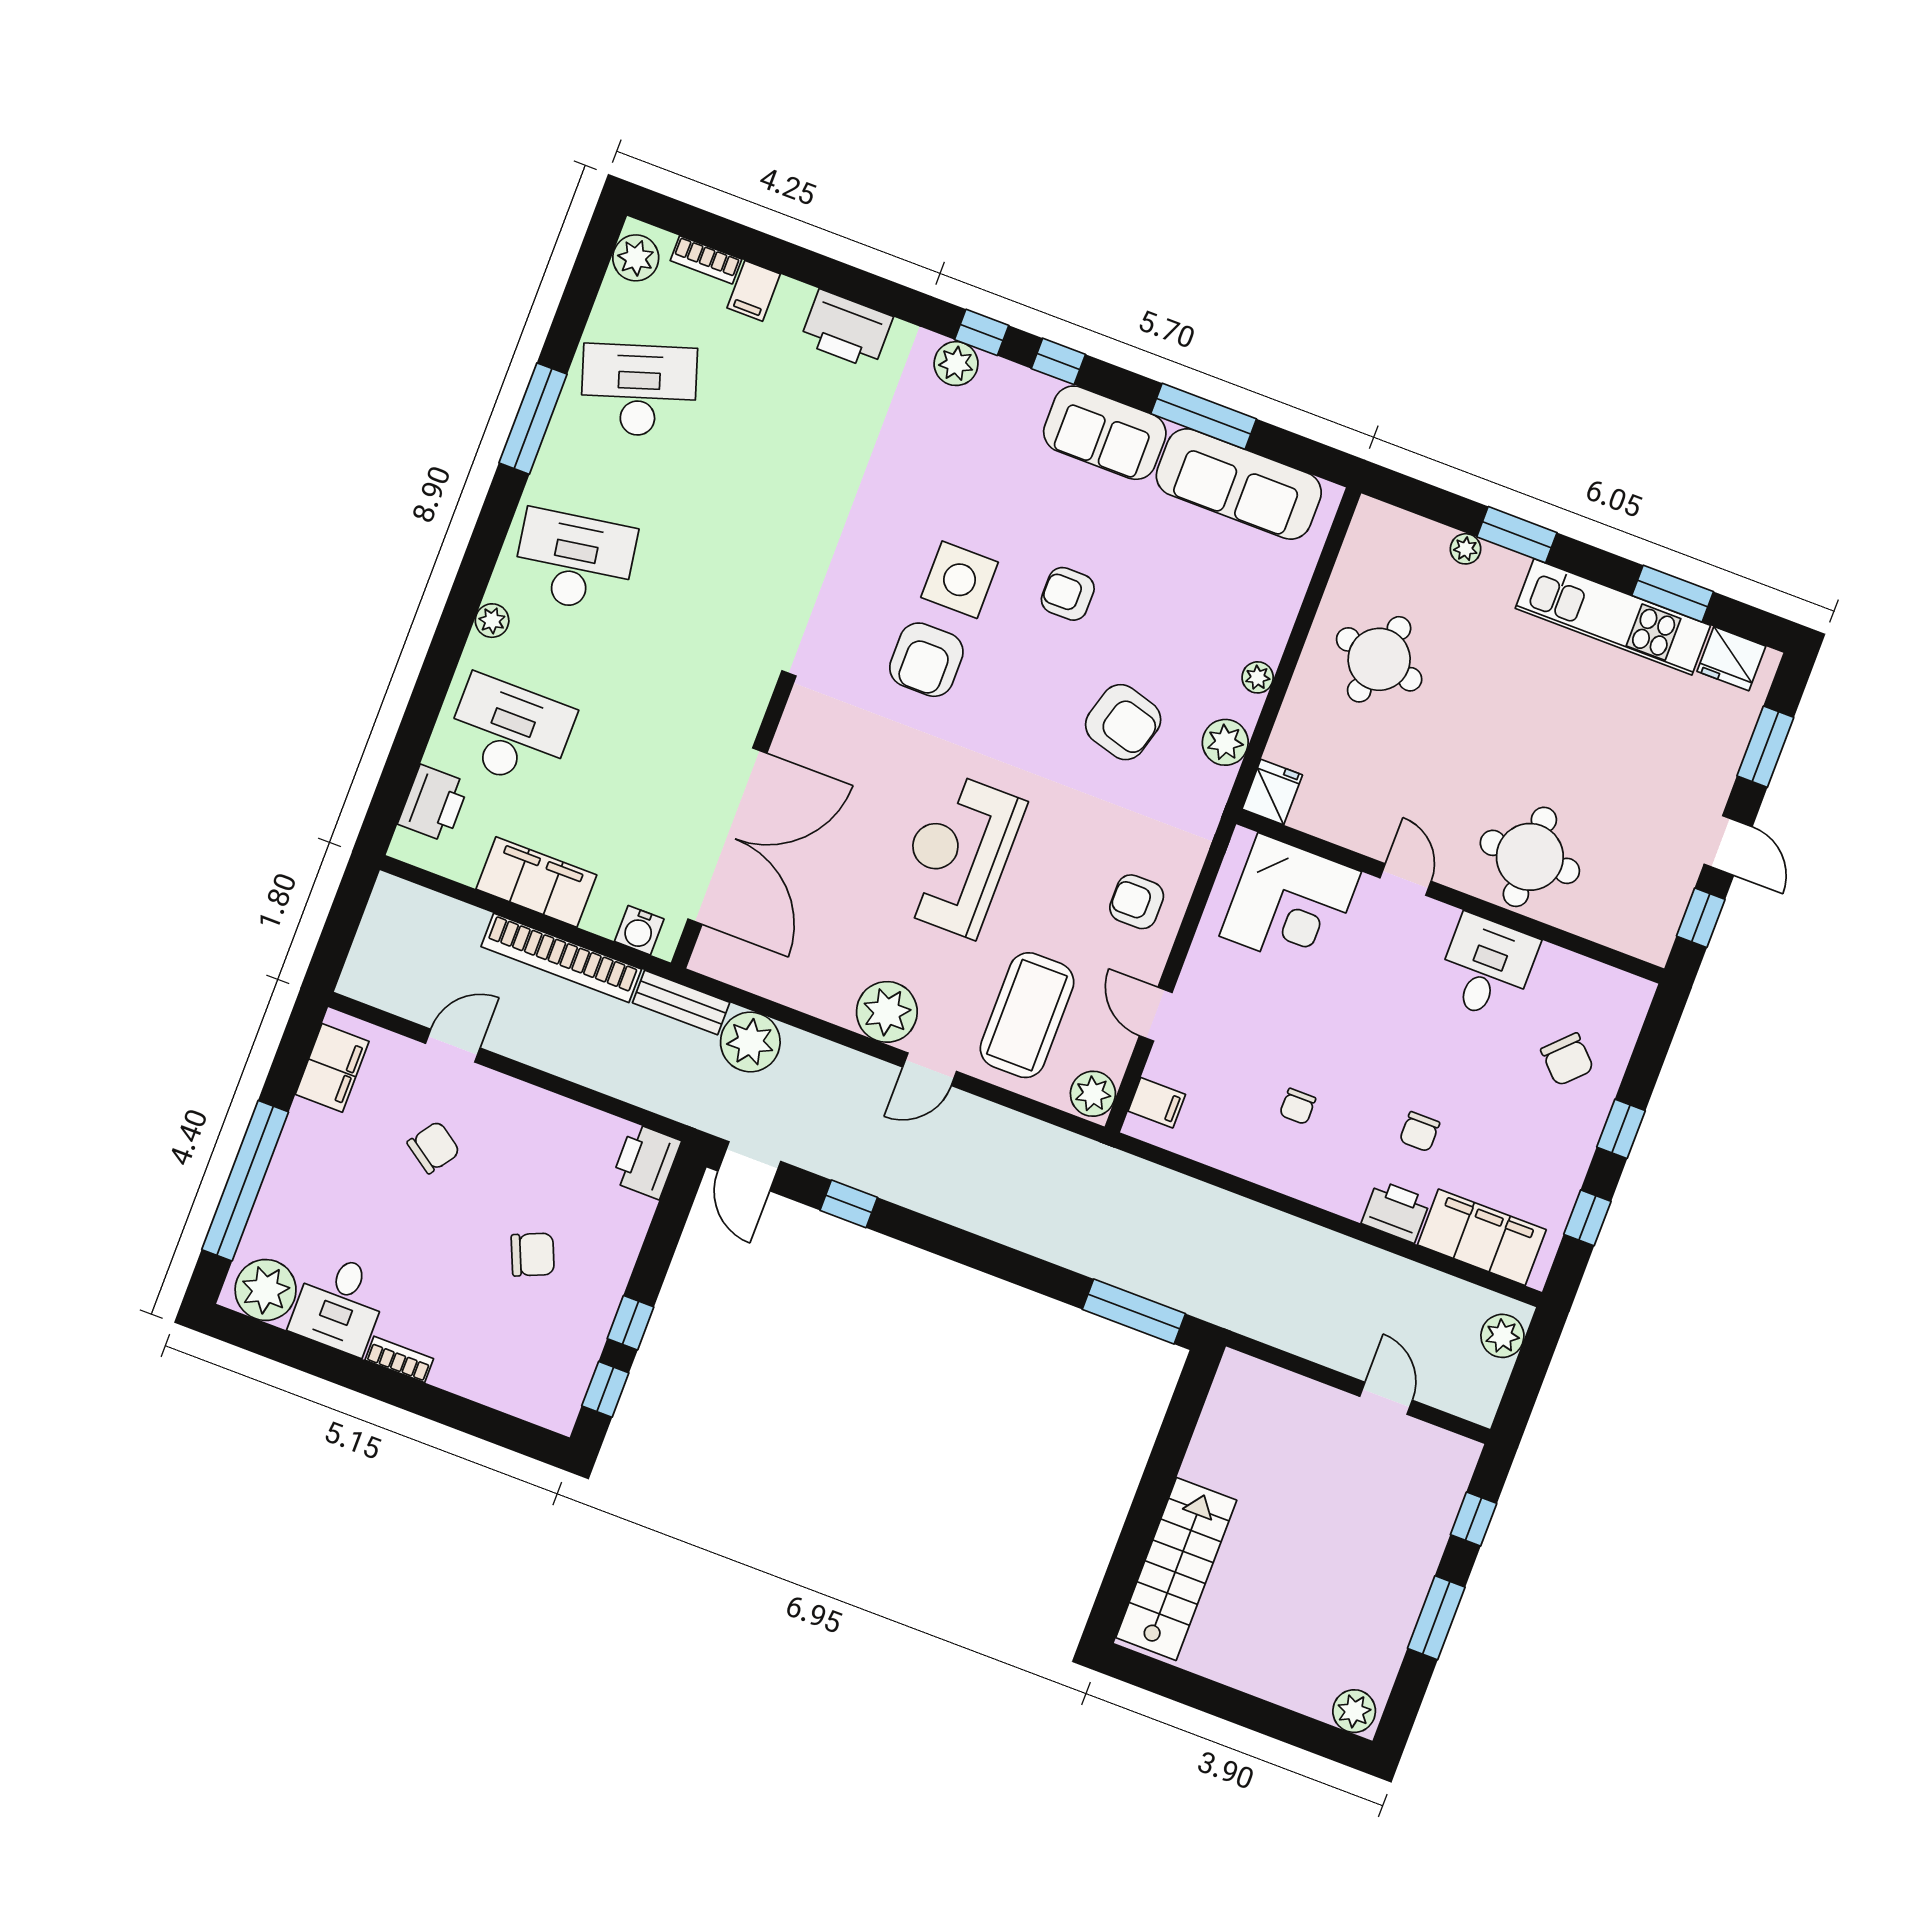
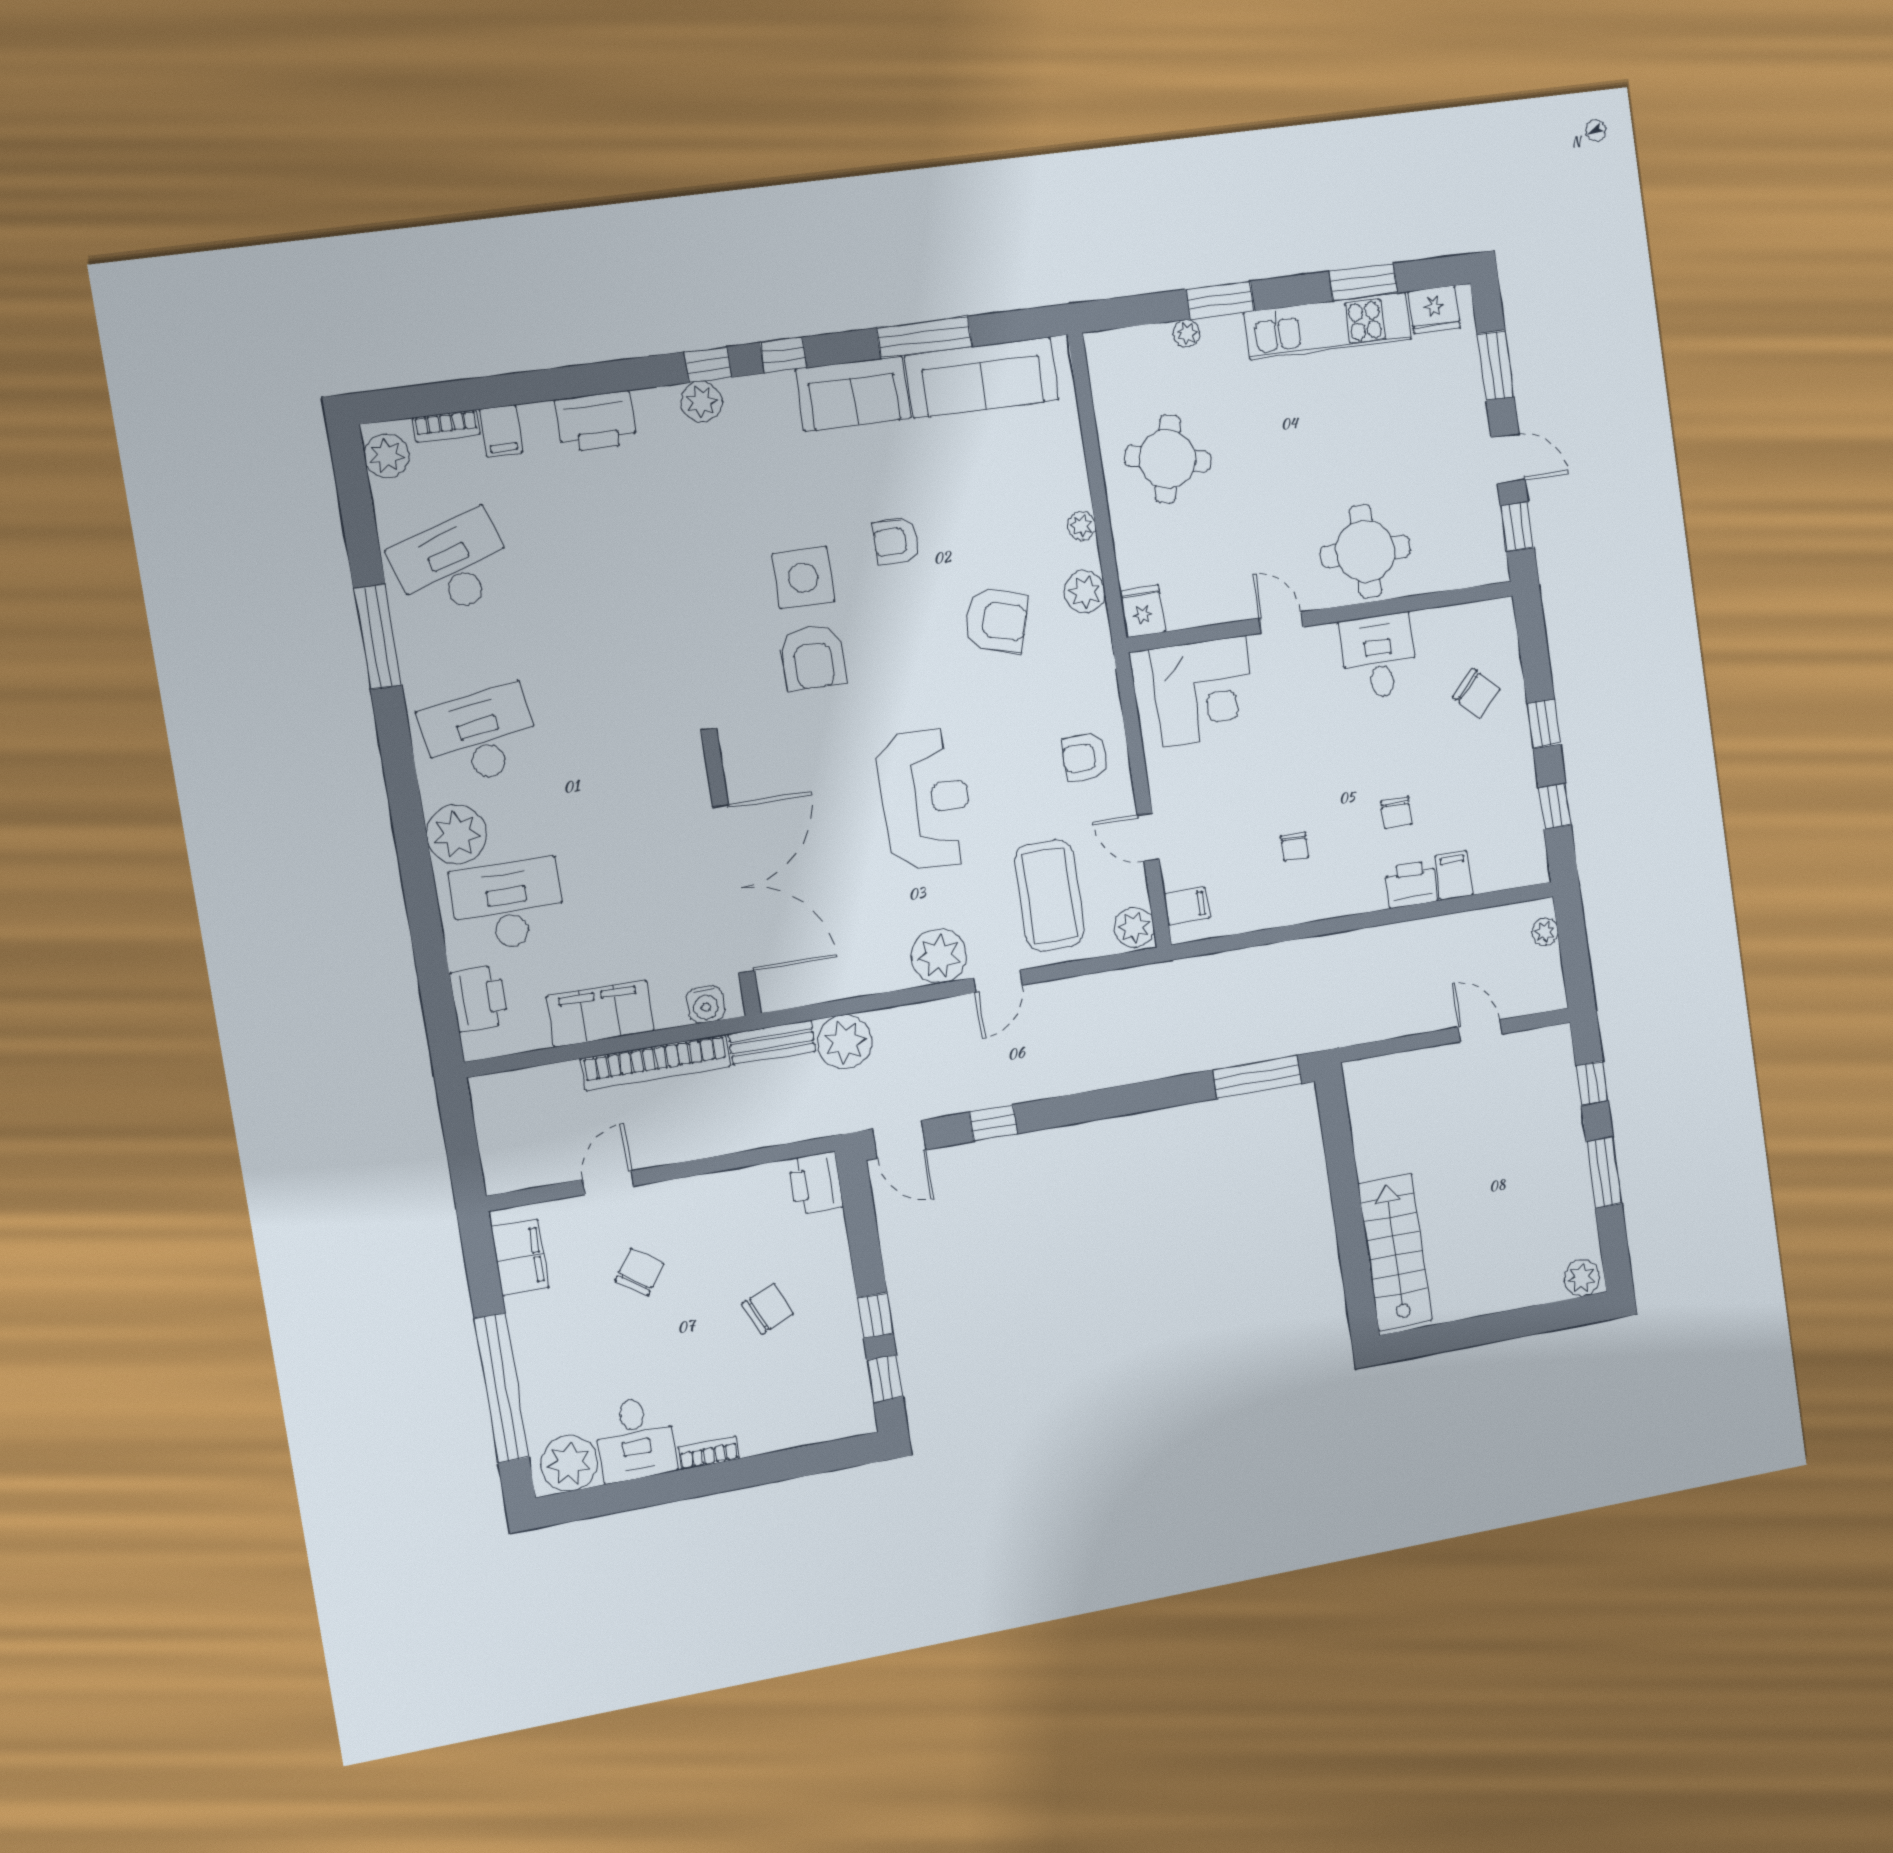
plant: (492, 621) -> (457, 834), width x1.87, depth x1.87
reception desk: (958, 855) -> (926, 800), turned 180
filing cabinet: (1482, 1237) -> (1454, 876), width x0.33, depth x0.86
plant: (1502, 1336) -> (1545, 932), width x0.73, depth x0.73

